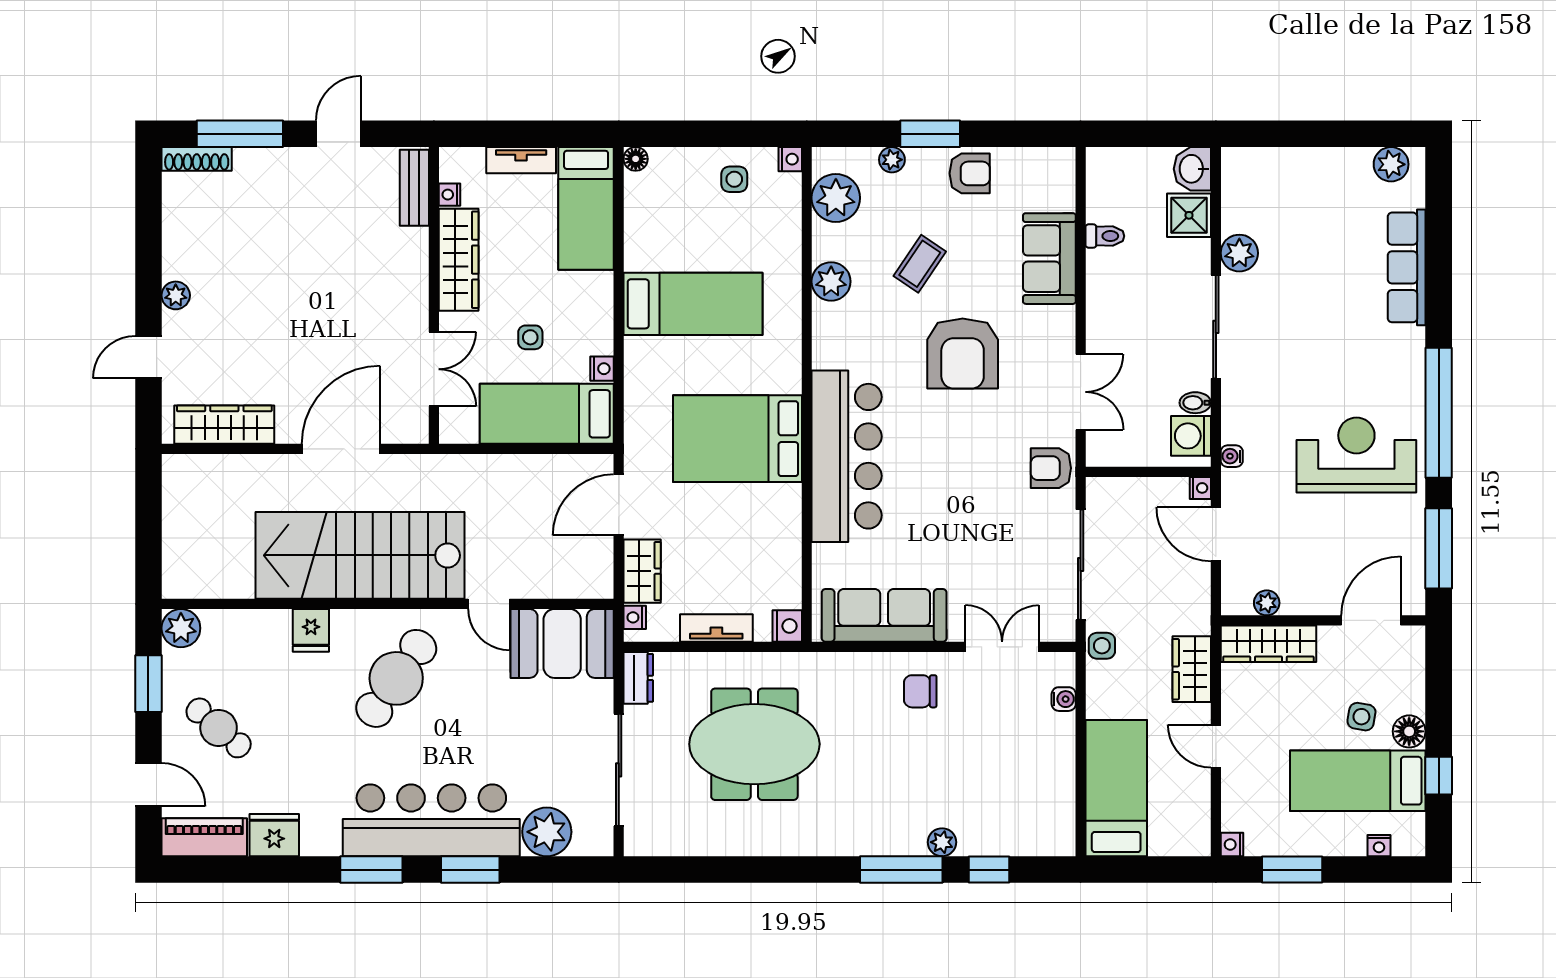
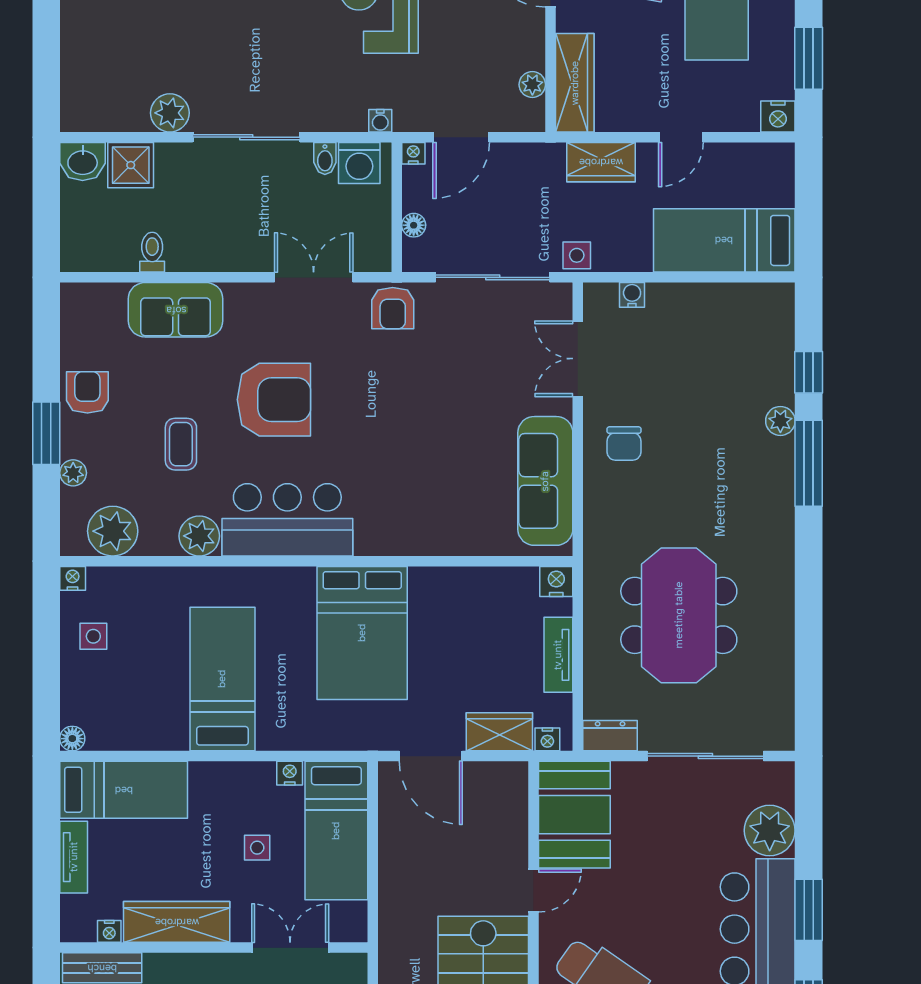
coffee table: (920, 264) -> (181, 444), turned 56
bar counter: (847, 456) -> (287, 520), moved, width x0.73
floor lamp: (1131, 488) -> (414, 225), added
nightstand: (1232, 845) -> (778, 116), width x1.39, depth x1.35

